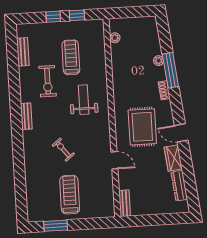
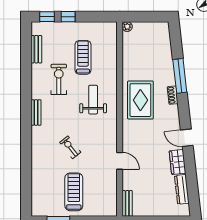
window: (77, 15) -> (47, 17), moved
plant: (115, 38) -> (127, 27), moved
plant: (159, 61) -> (169, 66), removed
exercise bike: (48, 81) -> (59, 79), turned 180
rug: (142, 127) -> (140, 100), moved

